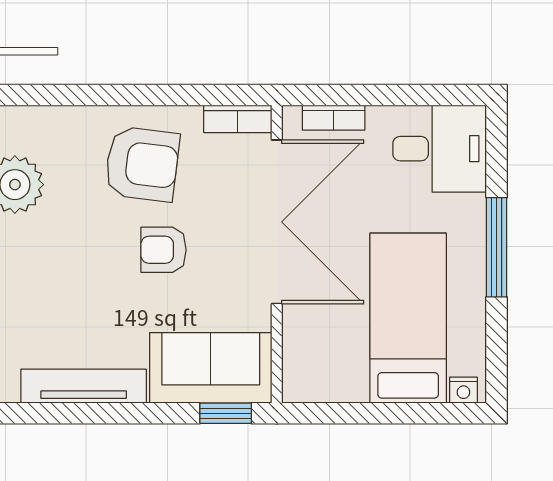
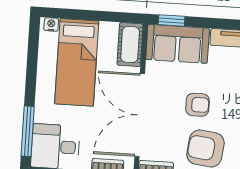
window: (497, 247) -> (28, 131), moved
cot: (305, 360) -> (130, 44), added

